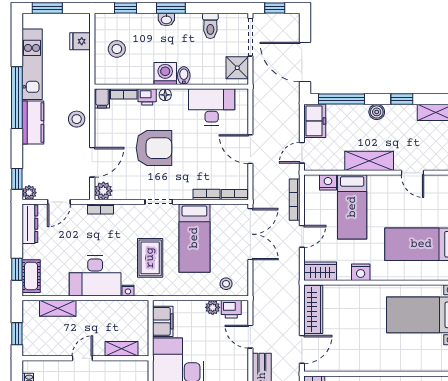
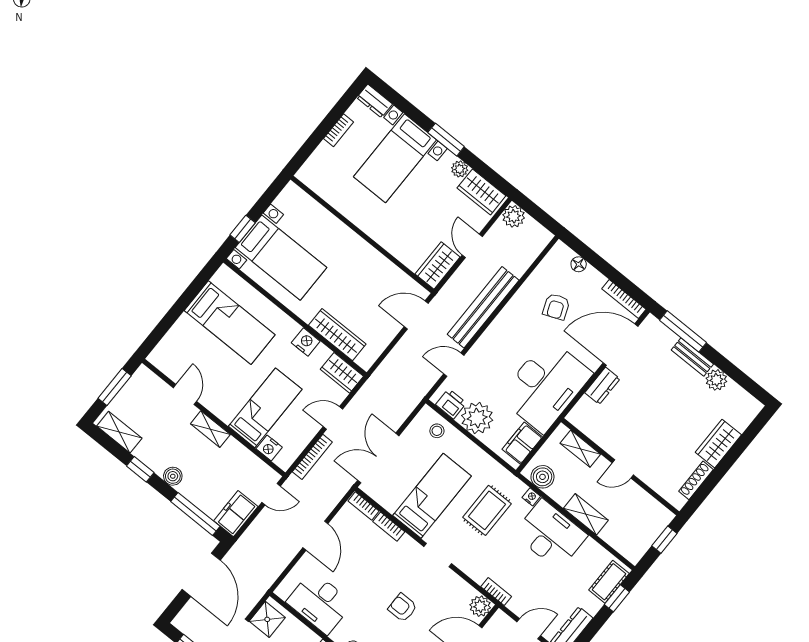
armchair: (154, 148) -> (402, 608), width x0.53, depth x0.53
shelving: (369, 161) -> (210, 429), width x0.67, depth x0.75
plant: (213, 307) -> (477, 418), width x1.88, depth x1.88
shelving: (58, 308) -> (586, 514), moved
wardrobe: (313, 309) -> (337, 335), moved, turned 90
boiler: (131, 310) -> (542, 477), added
door: (250, 337) -> (454, 365), swing flipped

